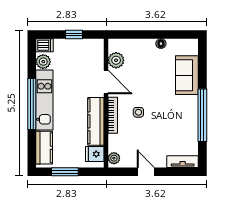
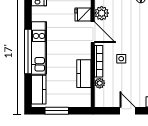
plant: (43, 62) -> (38, 14), removed
kitchen counter: (96, 121) -> (84, 74), width x0.67
fridge: (95, 154) -> (83, 15), moved
plant: (114, 158) -> (100, 83), moved

